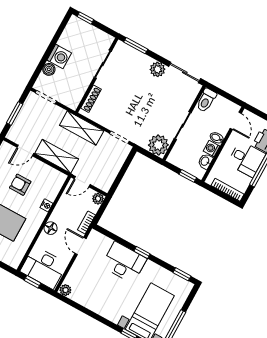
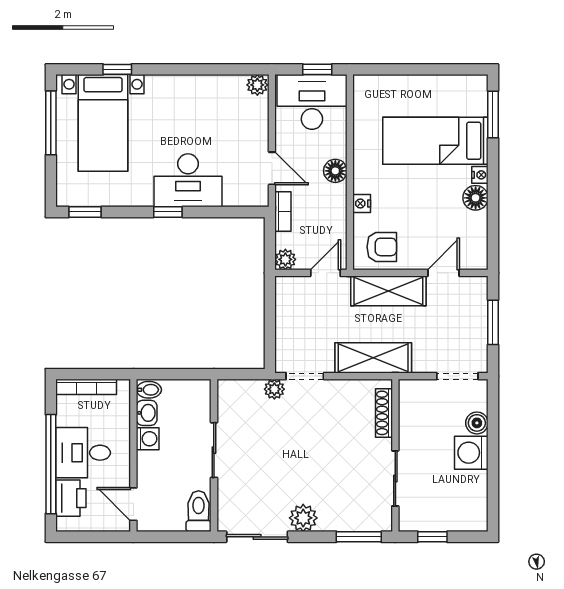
window: (85, 18) -> (432, 537), moved
bidet: (217, 138) -> (149, 390), moved
plant: (158, 145) -> (274, 389), moved, width x0.53, depth x0.53
window: (188, 176) -> (162, 374), removed
armchair: (20, 185) -> (382, 247), moved

